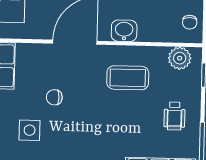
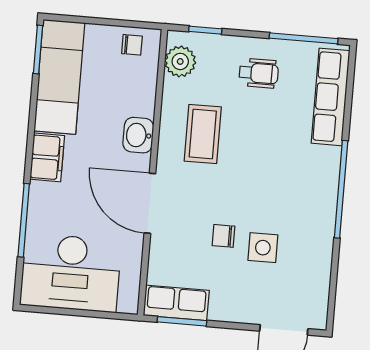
chair: (54, 97) -> (224, 236), turned 90
side table: (30, 130) -> (263, 248), moved

